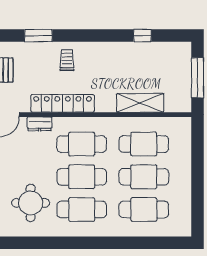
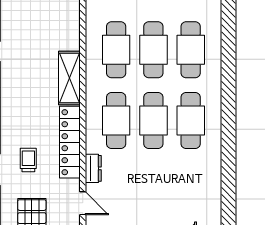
trolley: (67, 60) -> (28, 160), moved, turned 90
shelving: (140, 103) -> (69, 78), moved
round table: (31, 203) -> (183, 179), removed

